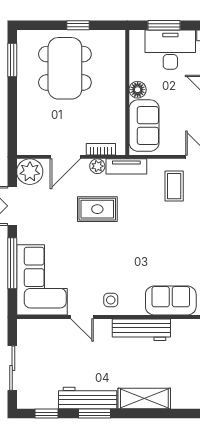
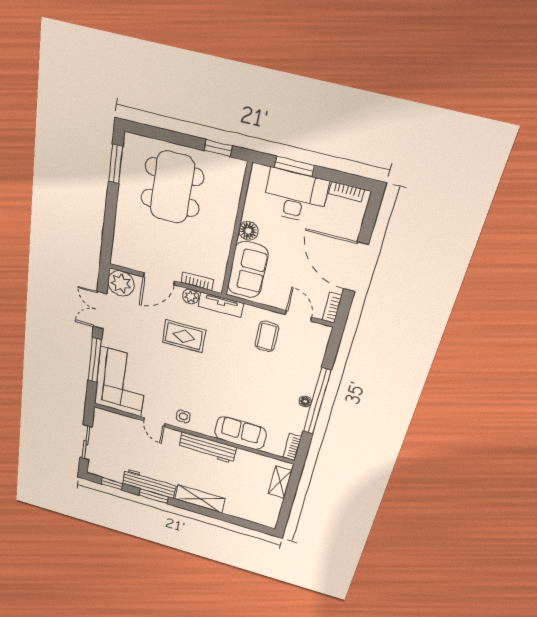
window: (78, 25) -> (218, 148), moved

